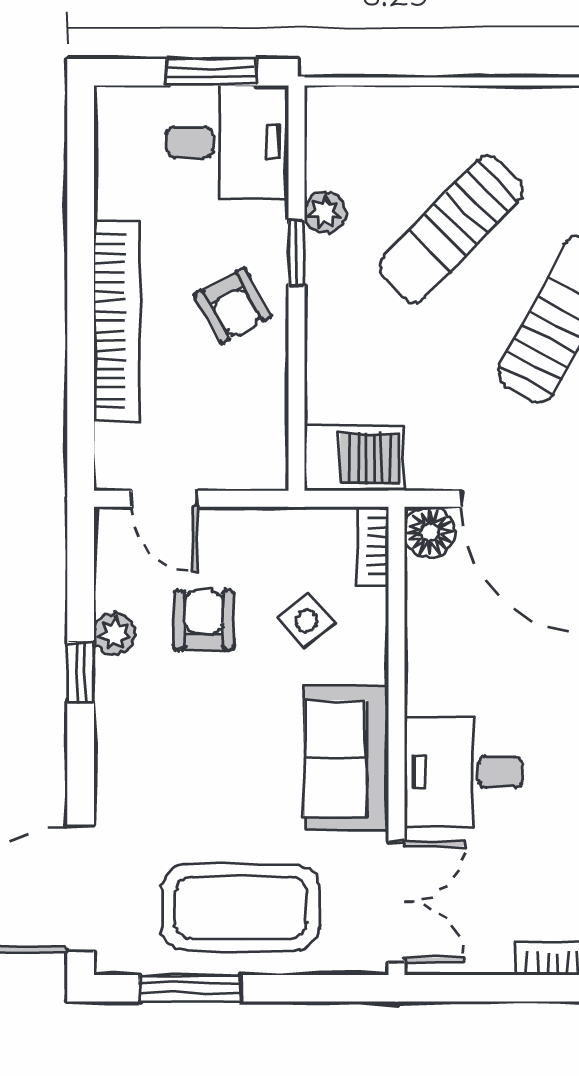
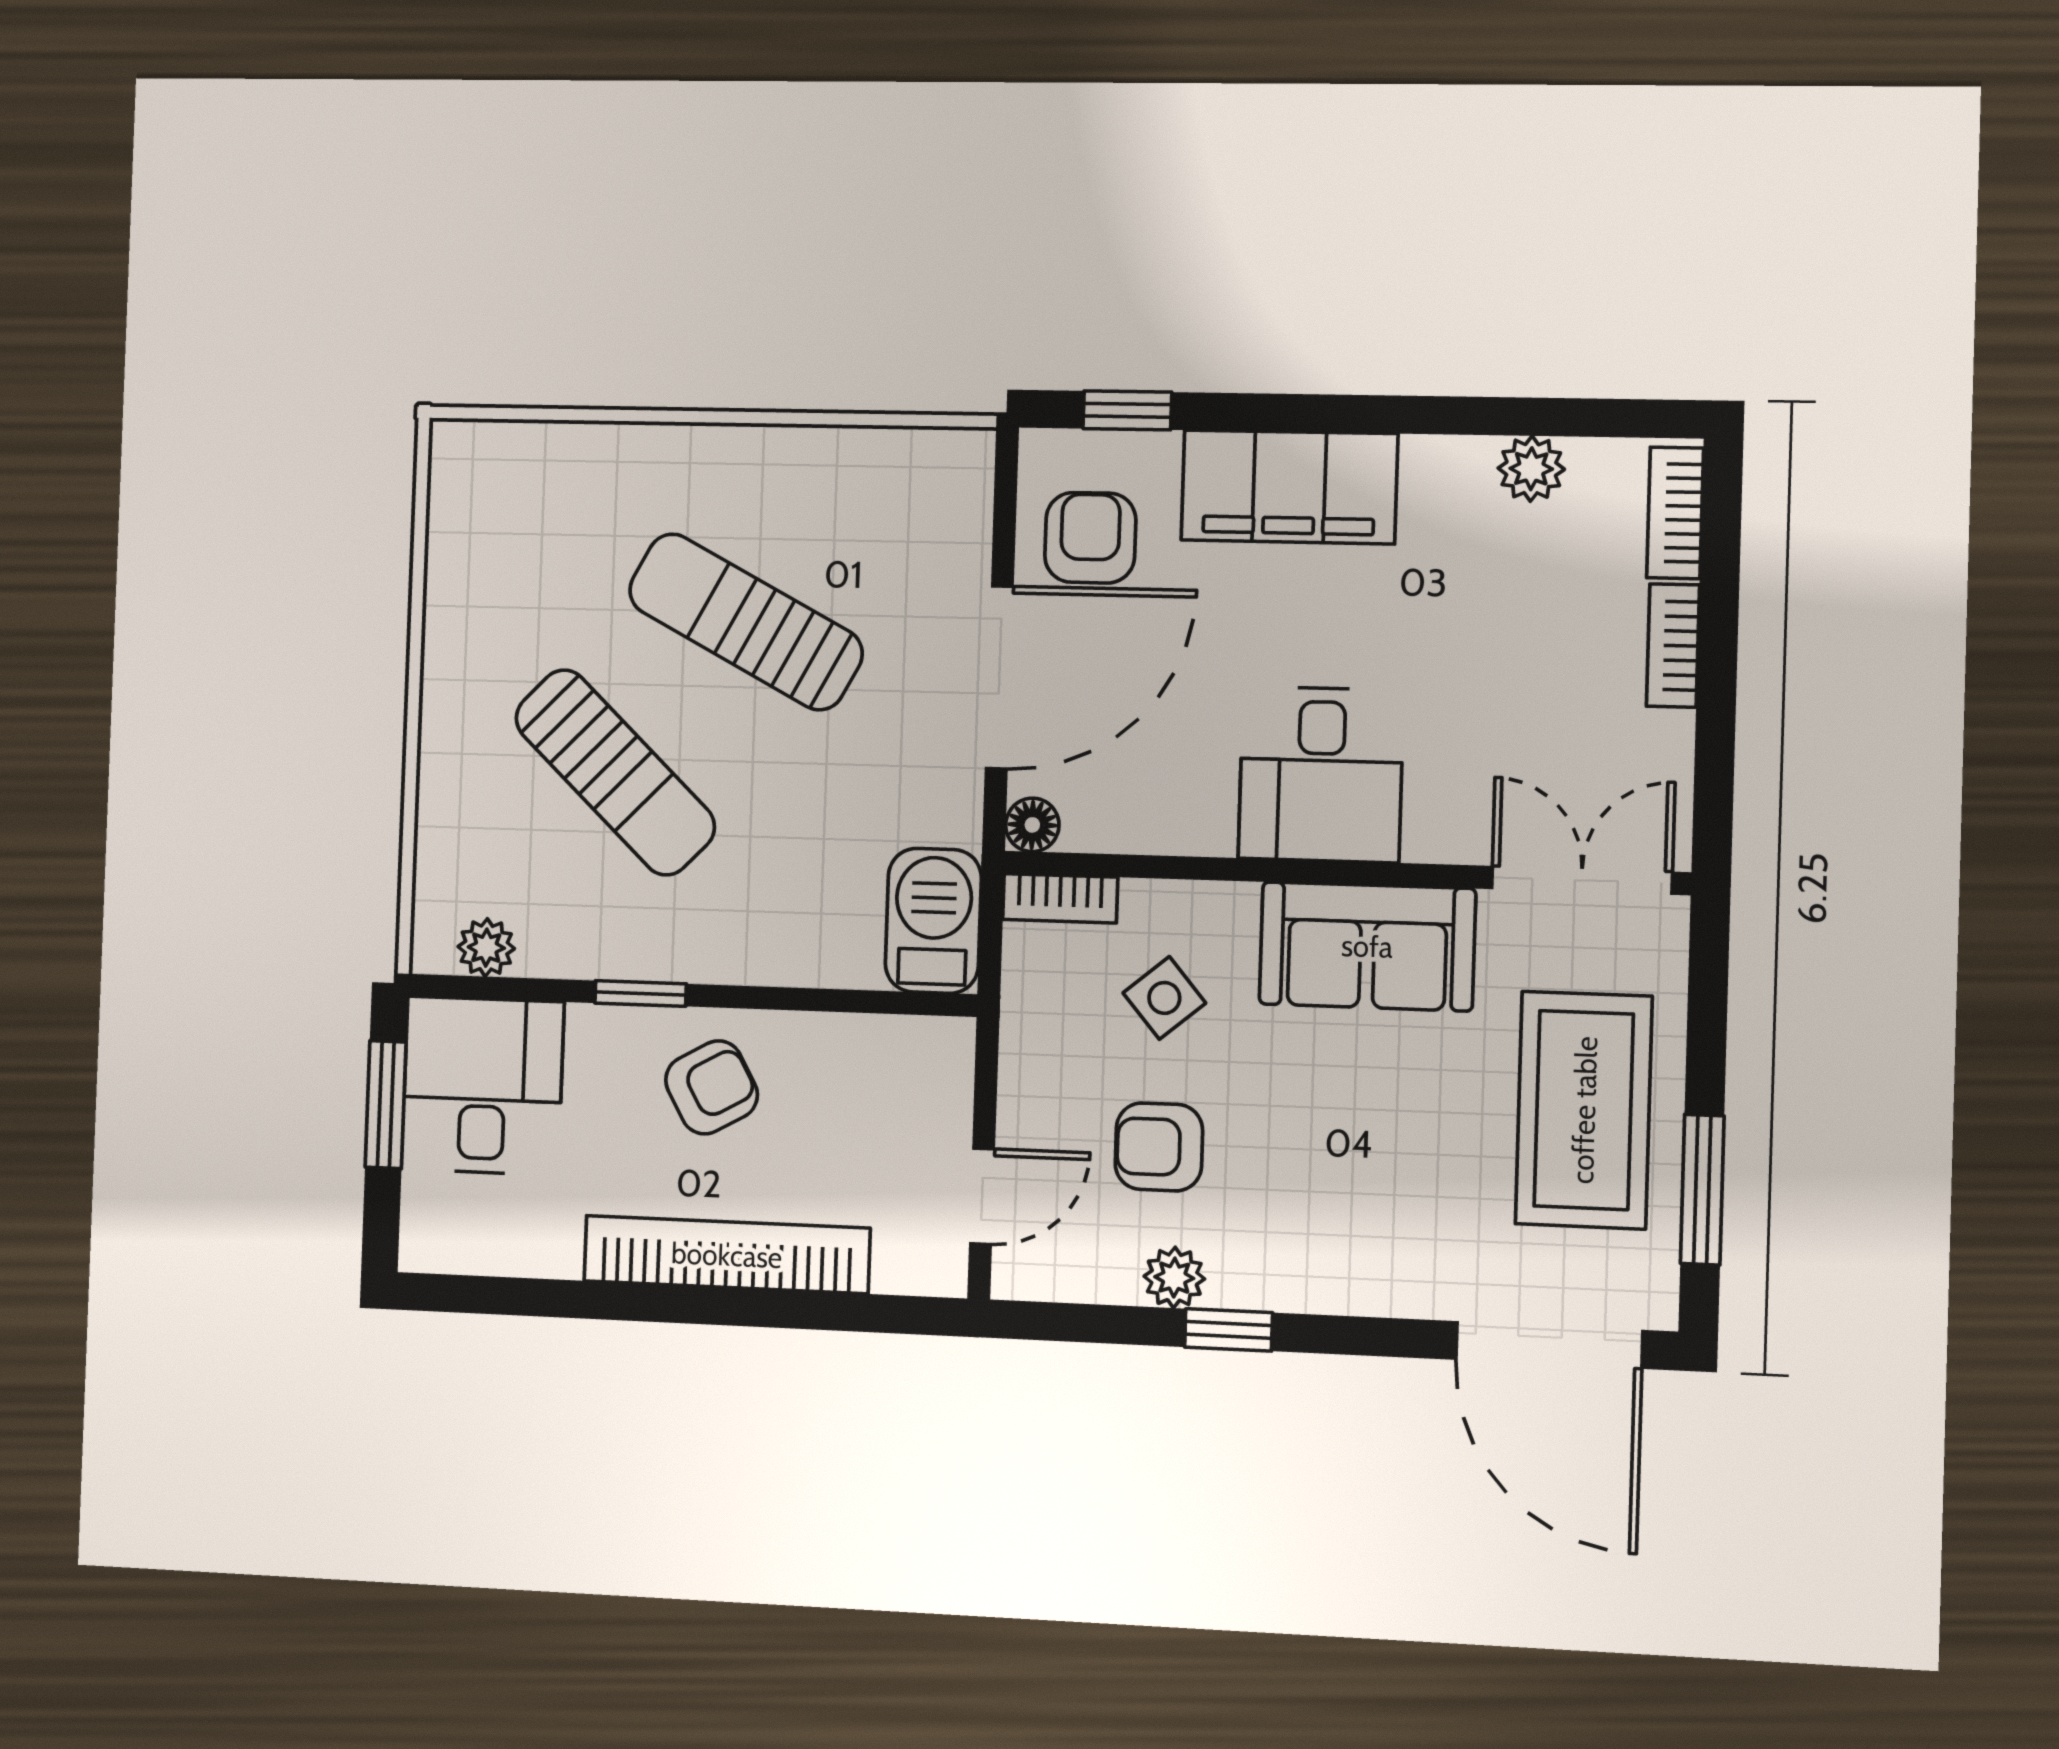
plant: (325, 212) -> (486, 948), moved
floor lamp: (430, 532) -> (1032, 825), width x0.73, depth x0.73
desk: (464, 772) -> (1321, 774), moved

